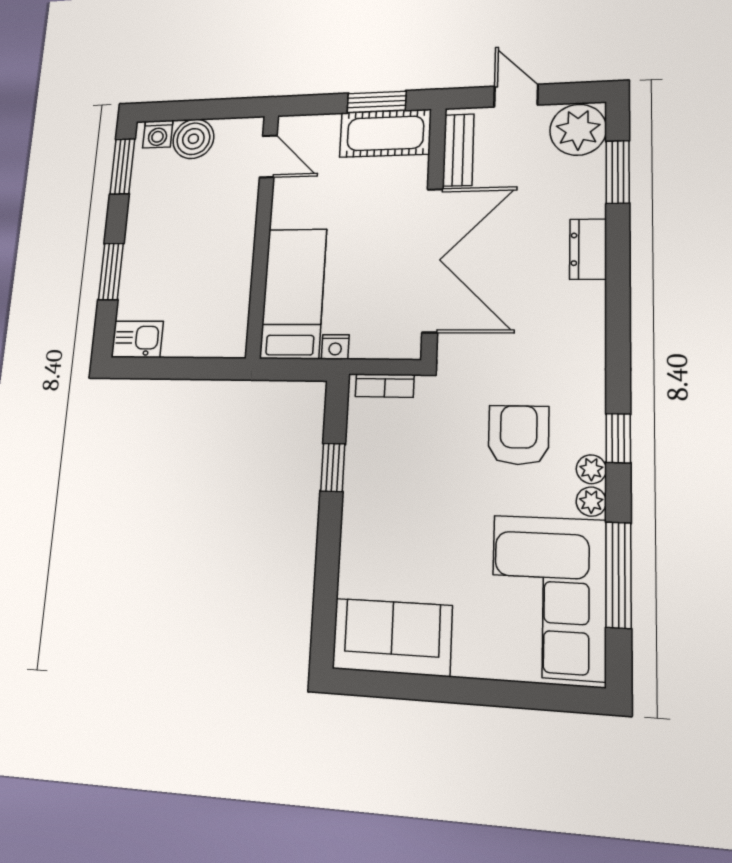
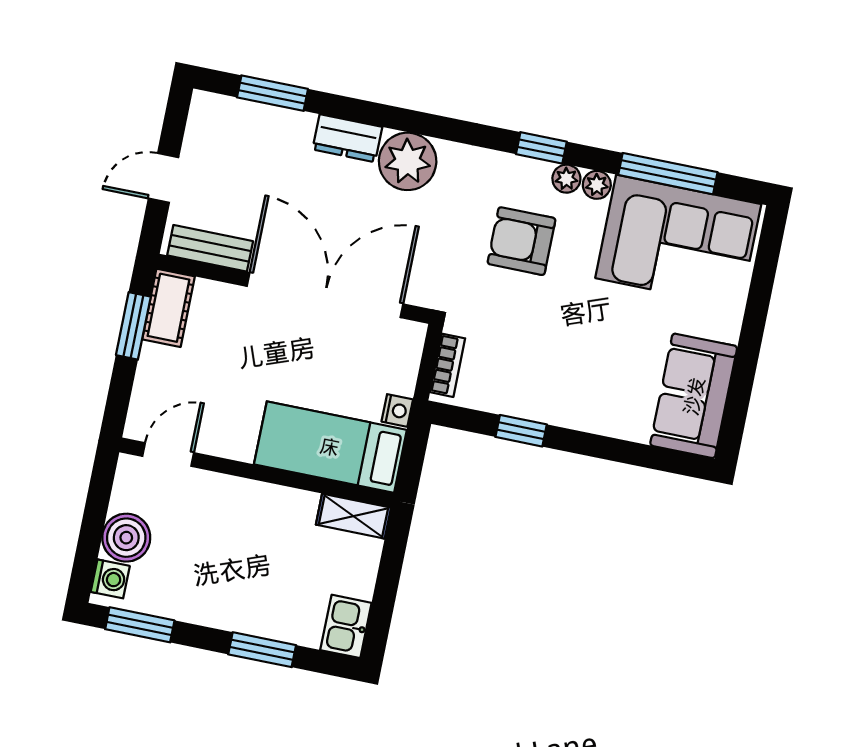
plant: (578, 130) -> (408, 161), moved
cot: (385, 133) -> (169, 308), width x0.73, depth x0.75
shelving: (234, 326) -> (353, 516), added

